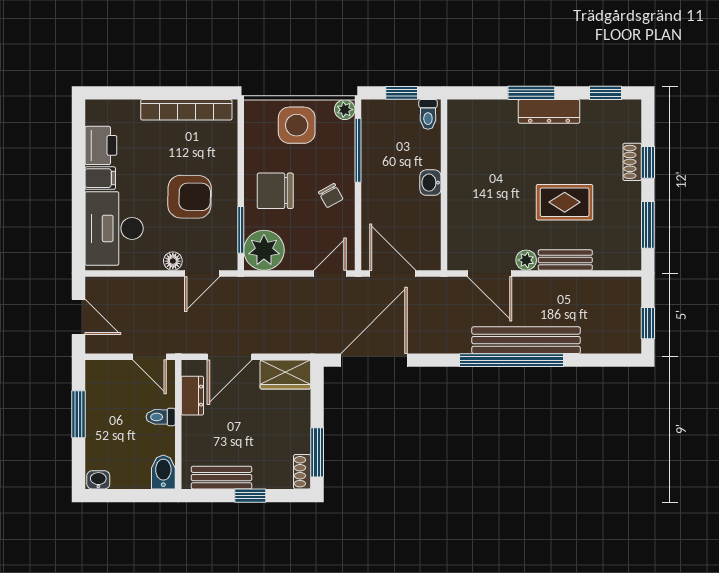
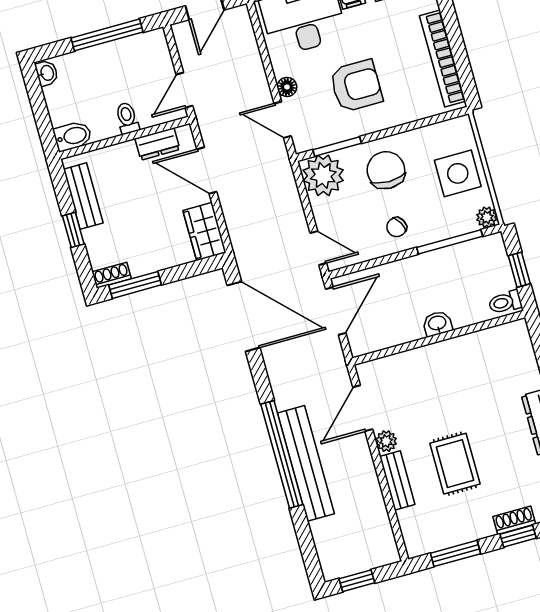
armchair: (190, 197) -> (356, 86), turned -91
window: (79, 414) -> (107, 35), width x1.44

